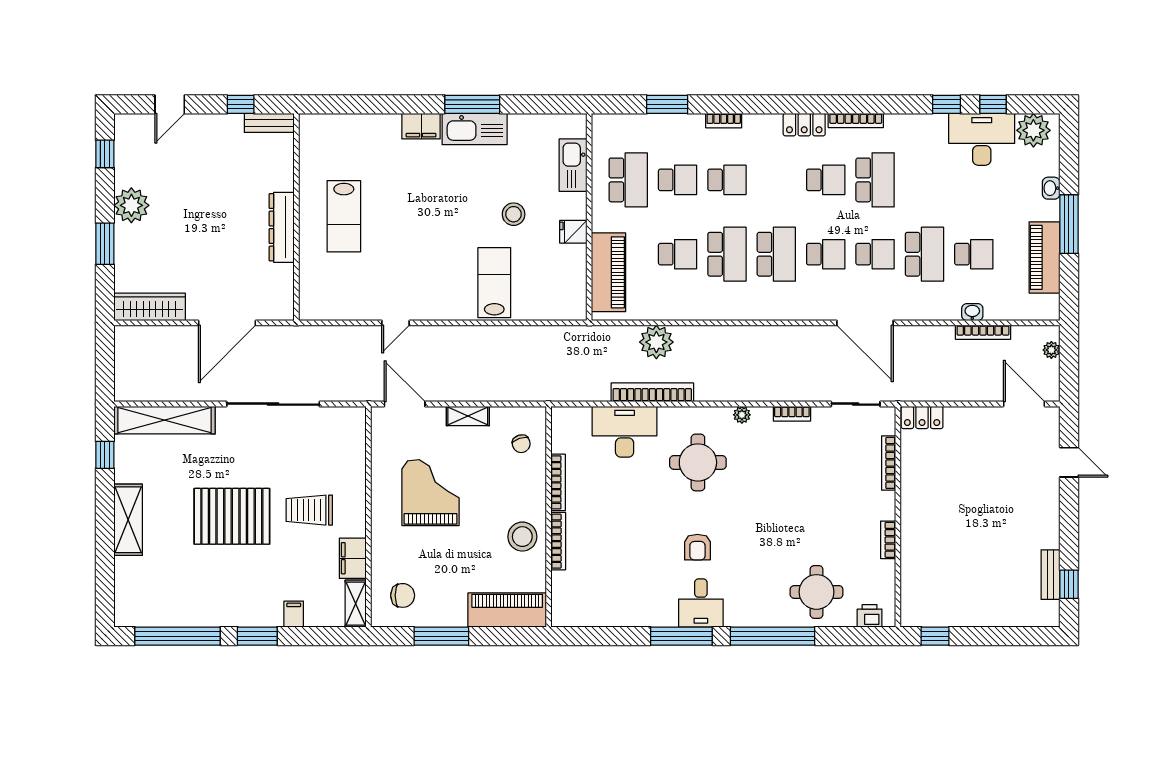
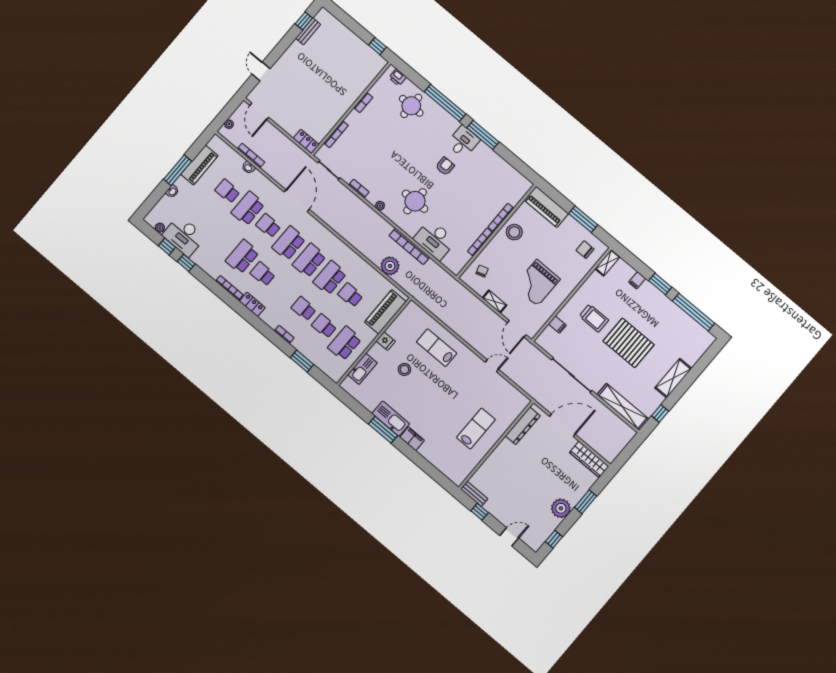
plant: (1033, 130) -> (160, 228), width x0.53, depth x0.53
dresser: (282, 227) -> (523, 426), moved
school desk: (826, 254) -> (289, 243), width x1.85
lab bench: (494, 283) -> (437, 348), turned 90
filing cabinet: (353, 558) -> (557, 325), moved, width x0.50

